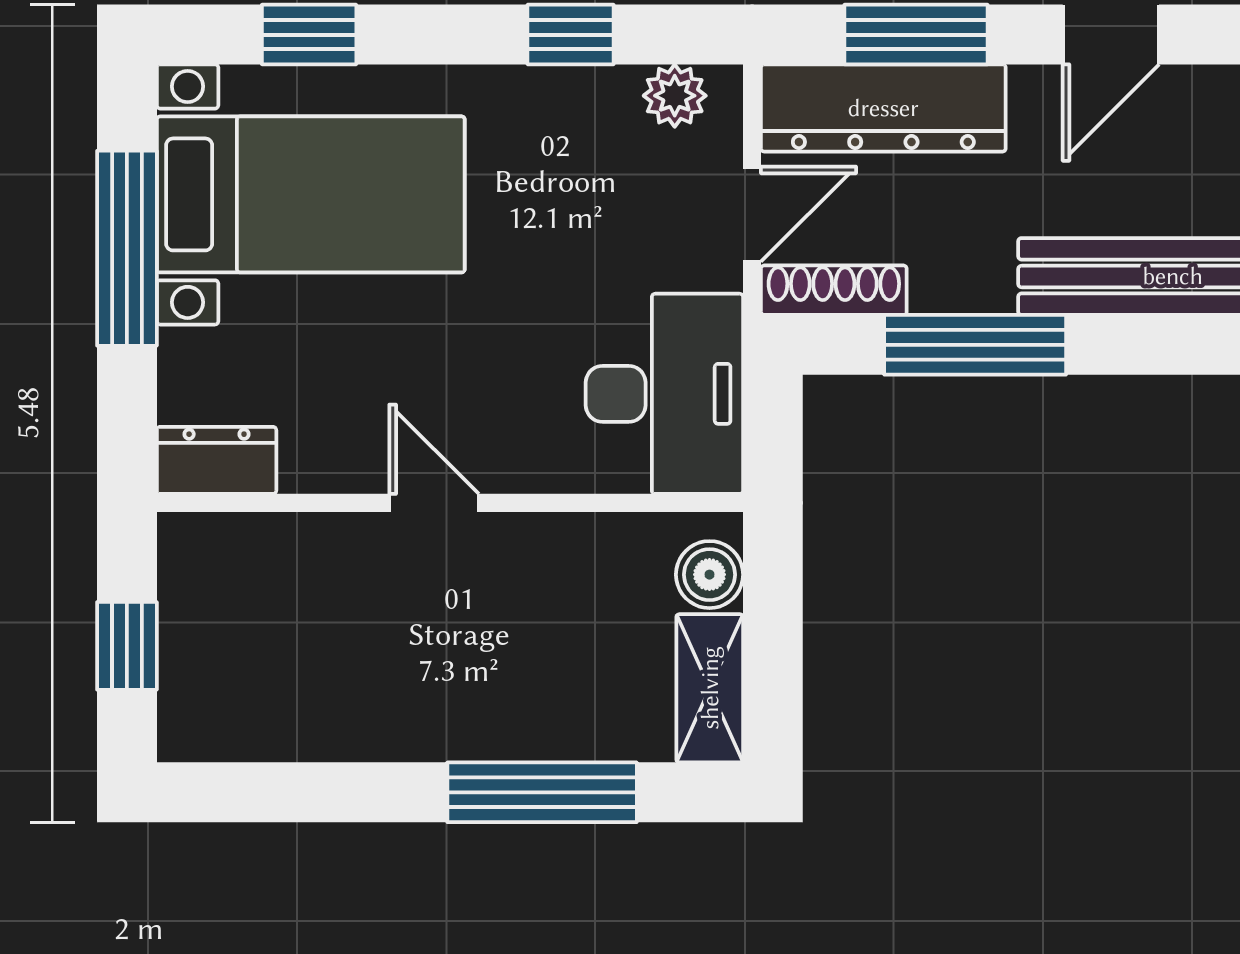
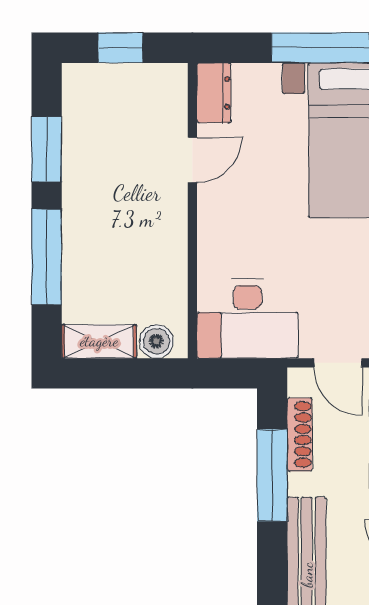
shoe rack: (834, 290) -> (300, 434), moved
door: (434, 503) -> (192, 160), moved
window: (328, 792) -> (47, 149), added

